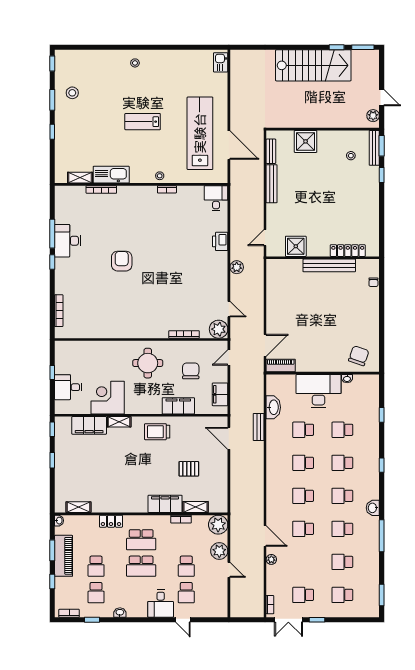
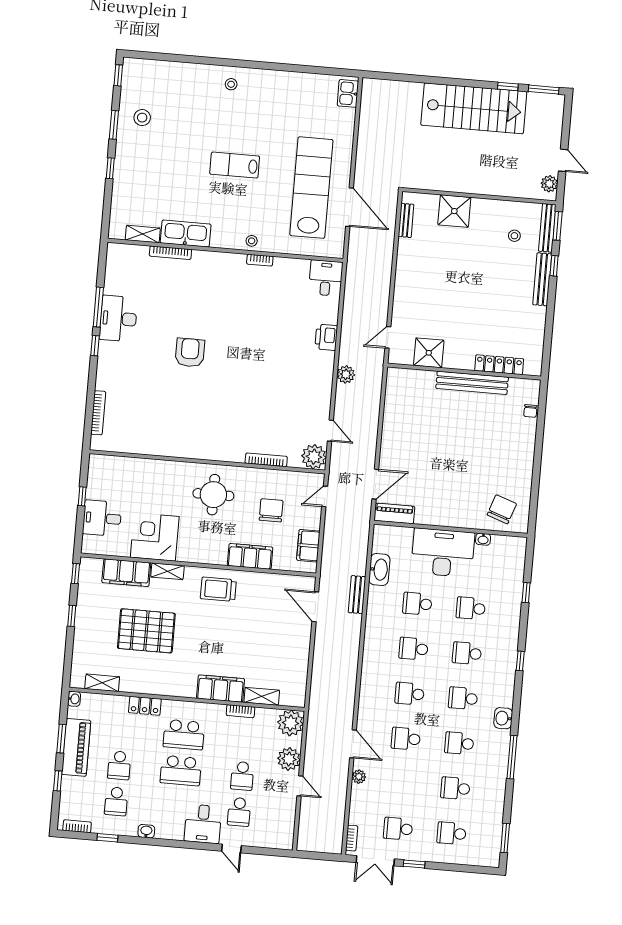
bench: (272, 184) -> (542, 279), moved
pallet: (189, 469) -> (146, 631), moved, width x2.05, depth x2.00

